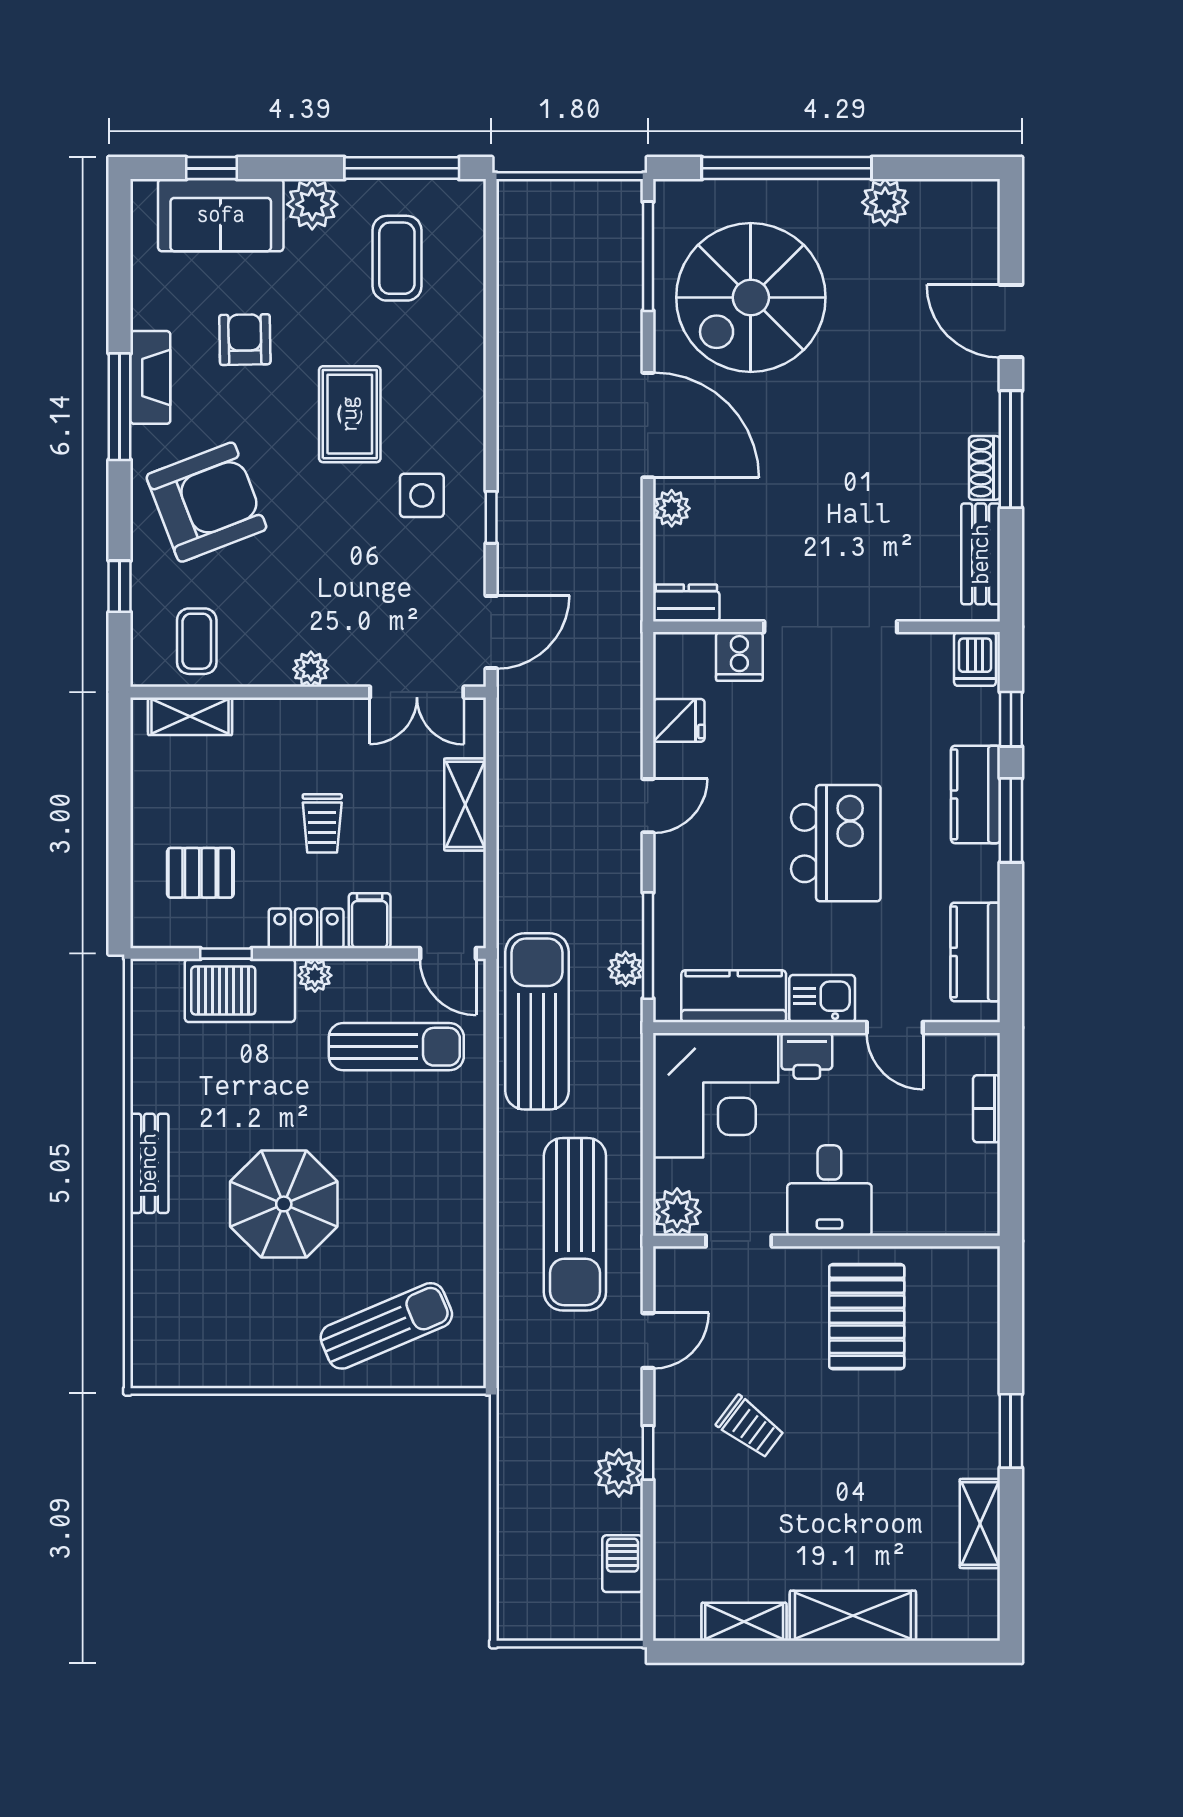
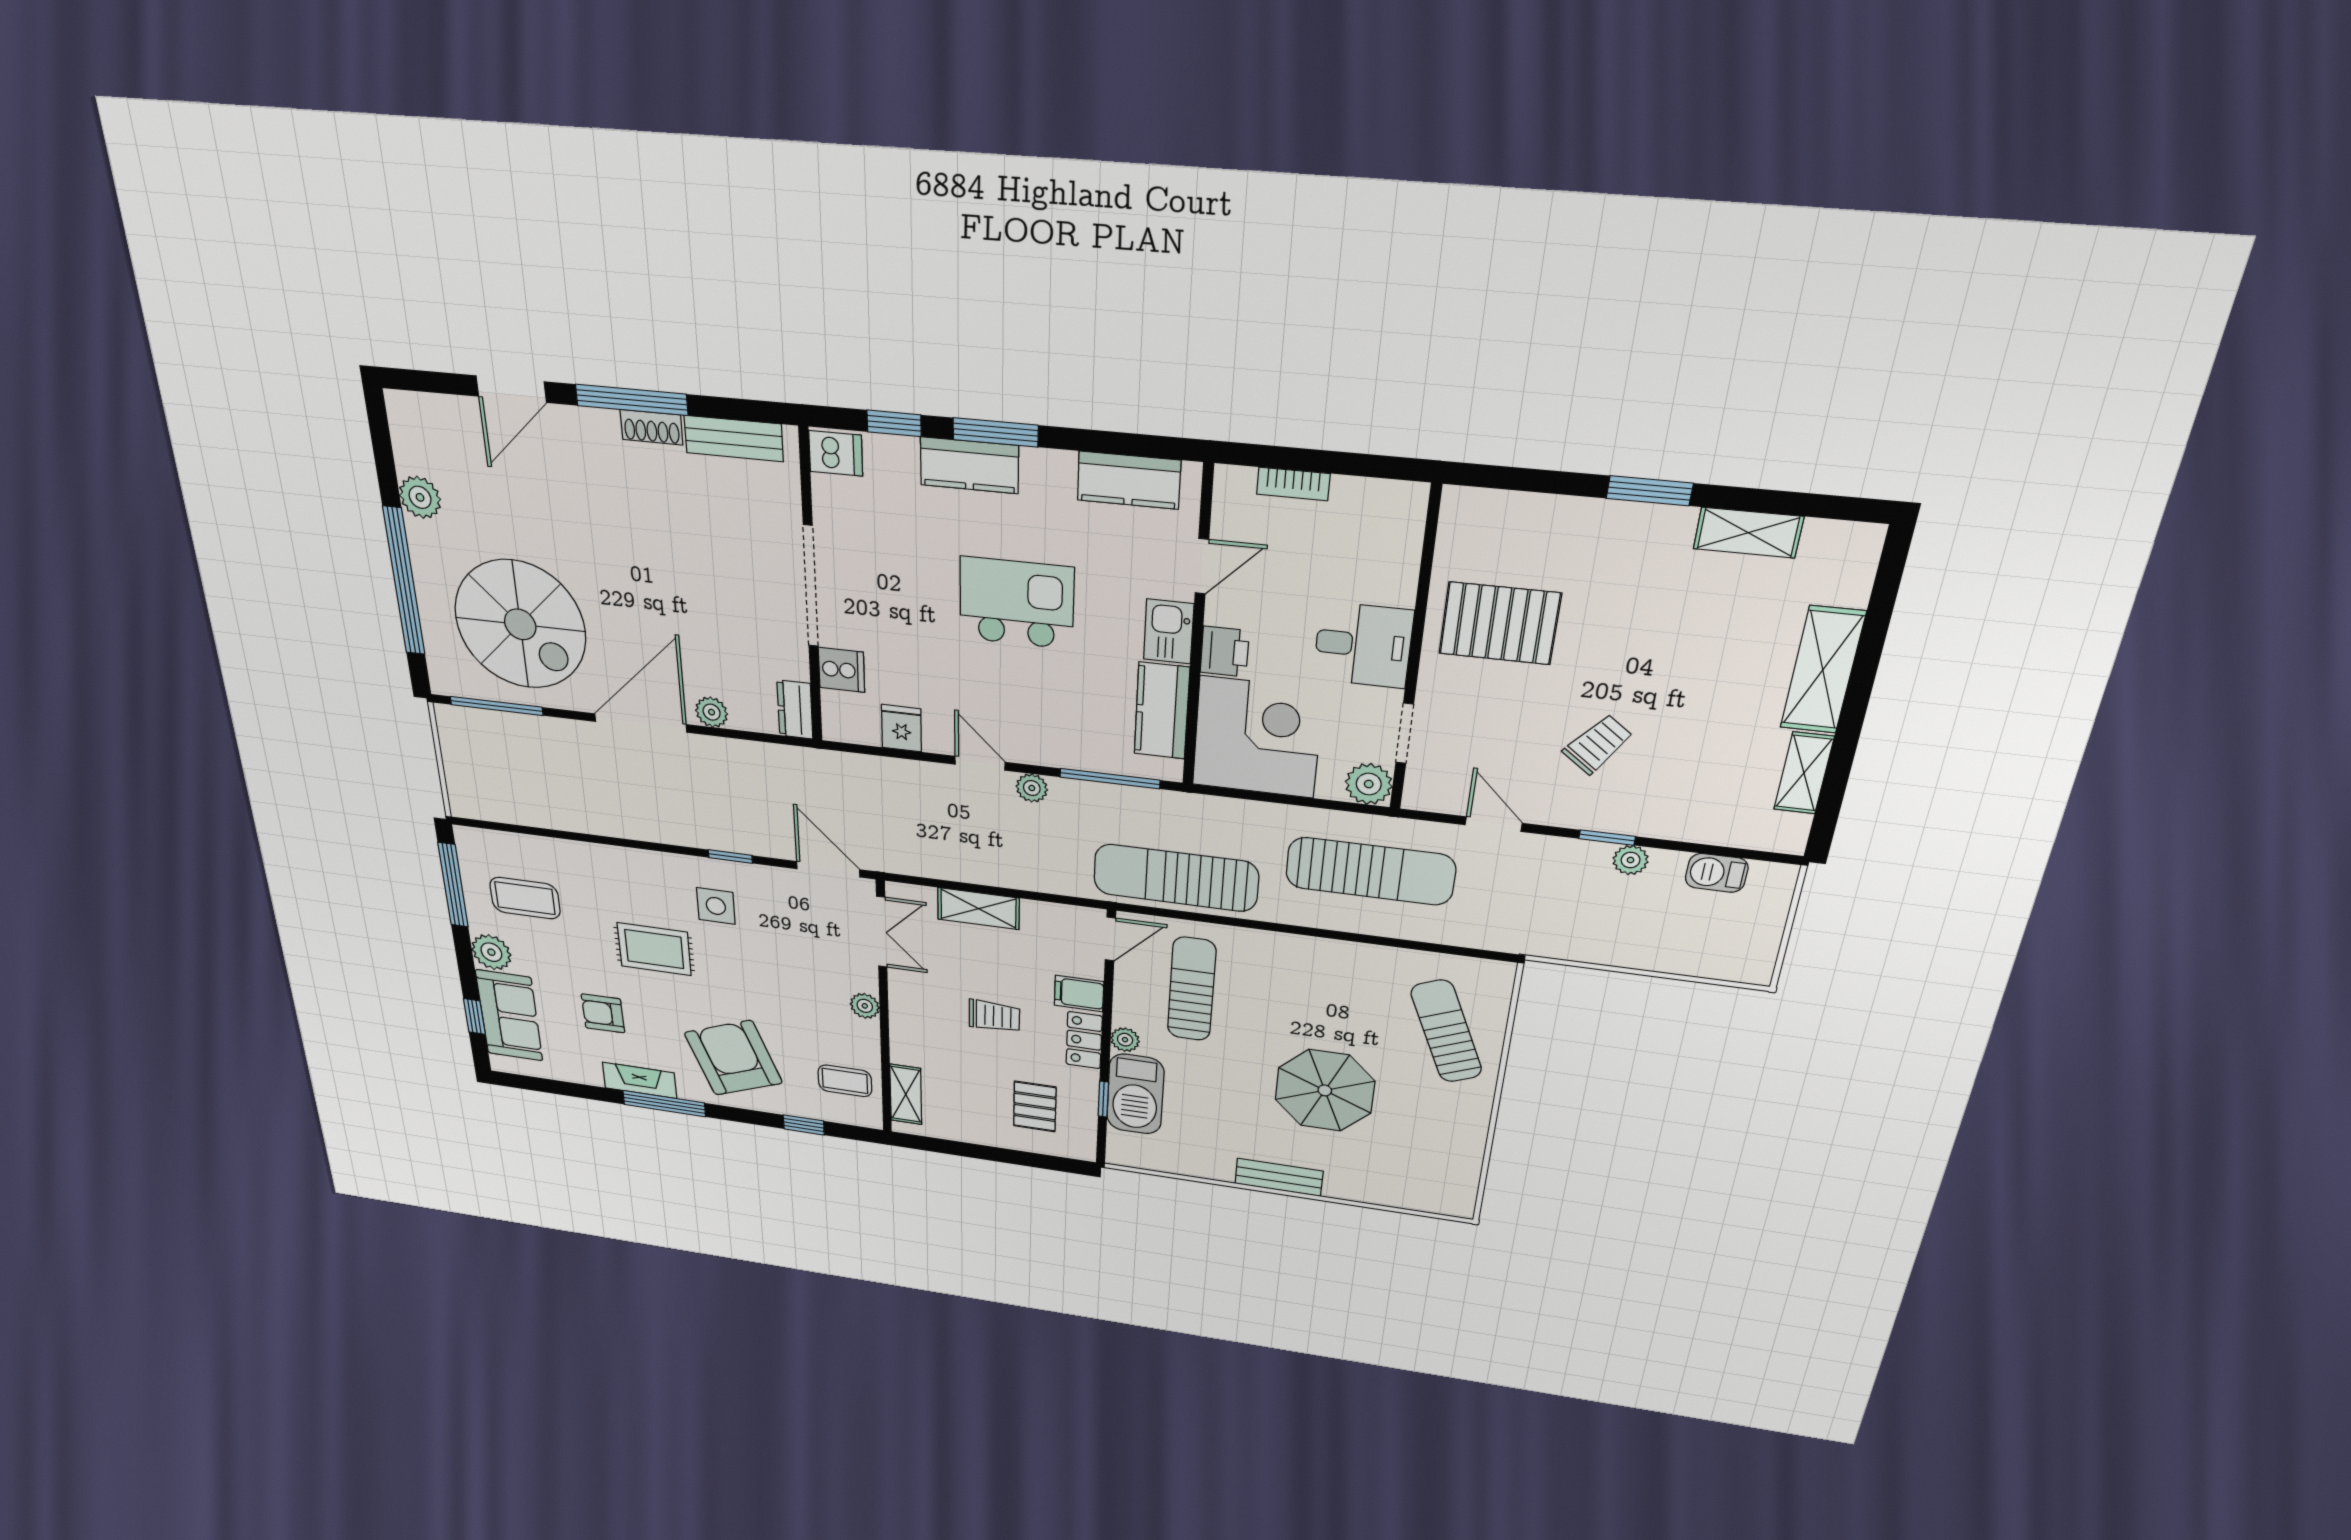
plant: (626, 969) -> (1032, 788), moved
plant: (619, 1473) -> (1631, 860), width x0.73, depth x0.73

